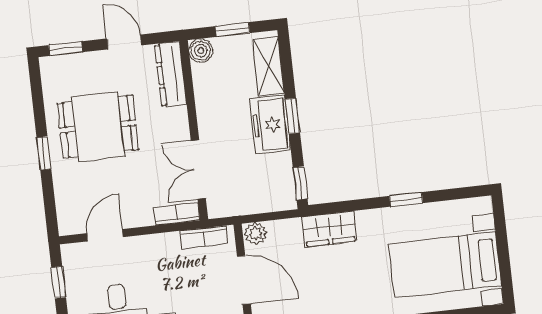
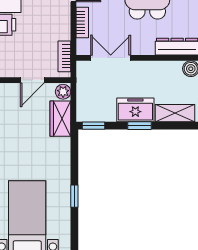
bookcase: (177, 214) -> (82, 23), moved
wardrobe: (329, 229) -> (60, 119), moved
door: (244, 280) -> (32, 80), width x0.73

